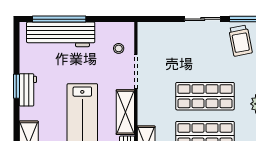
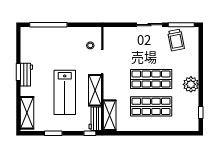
workbench: (61, 34) -> (50, 35), removed

